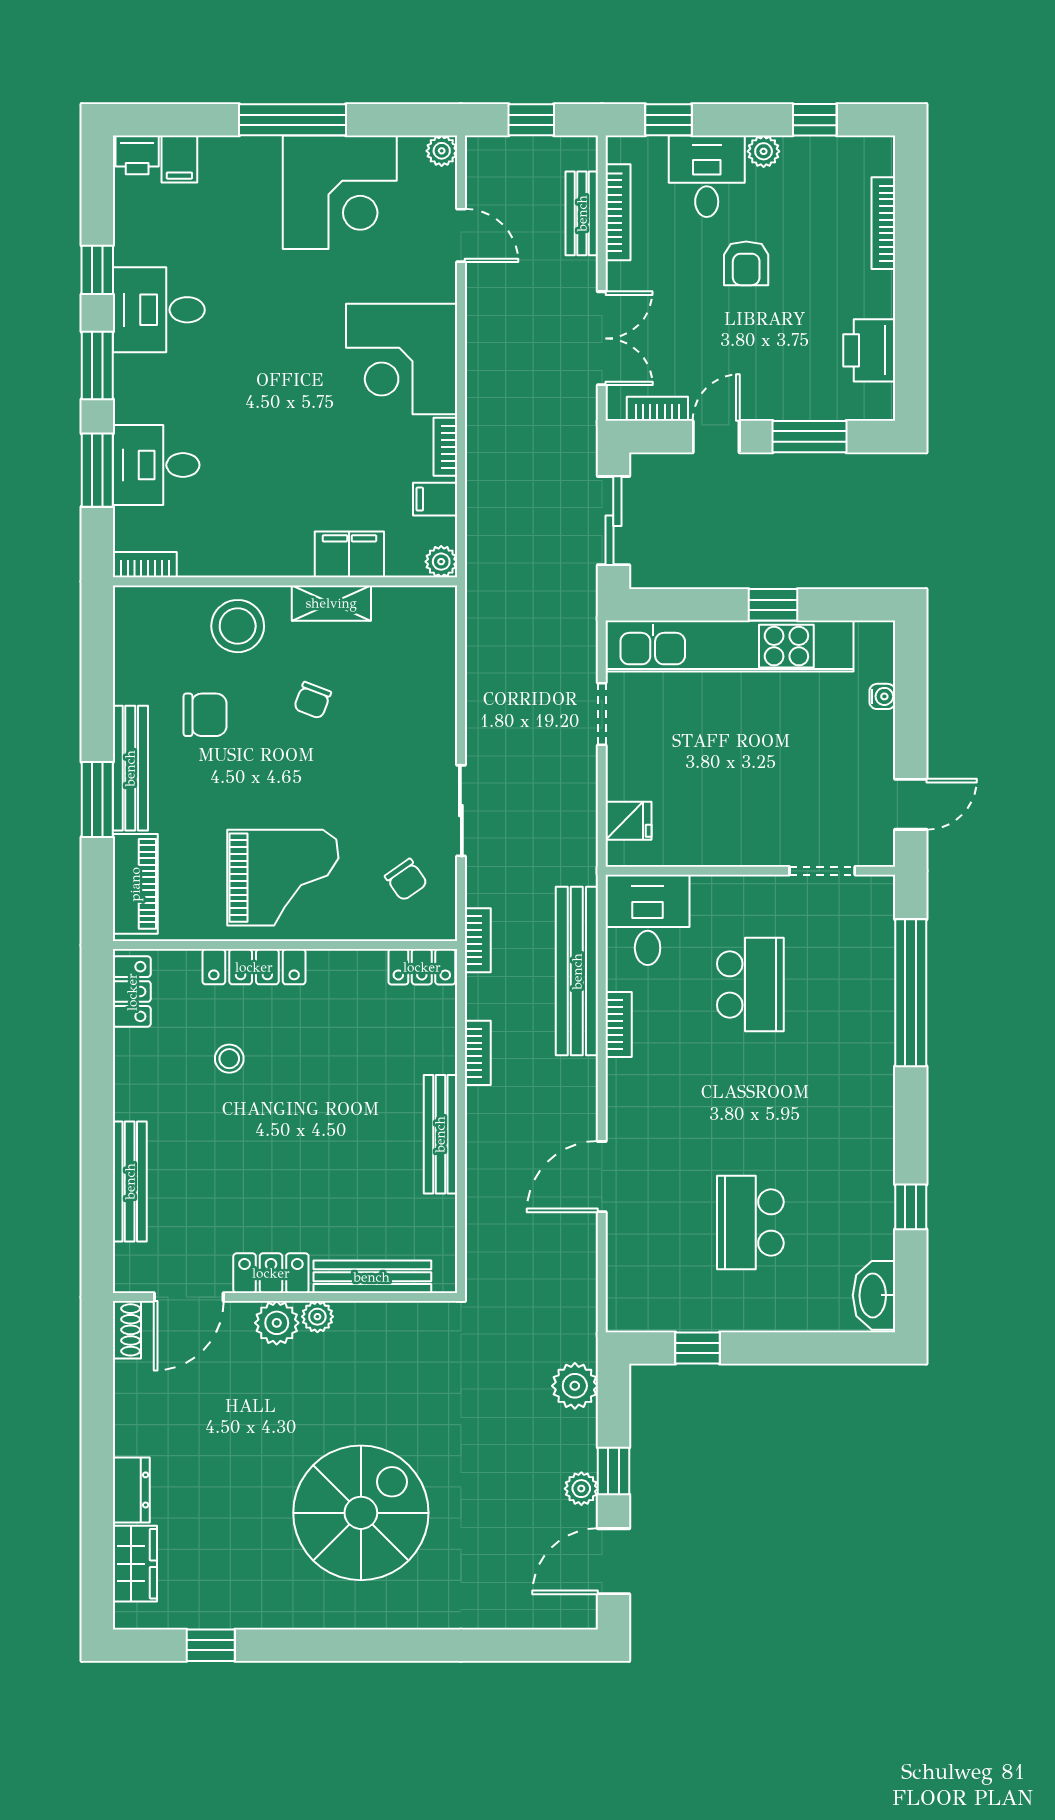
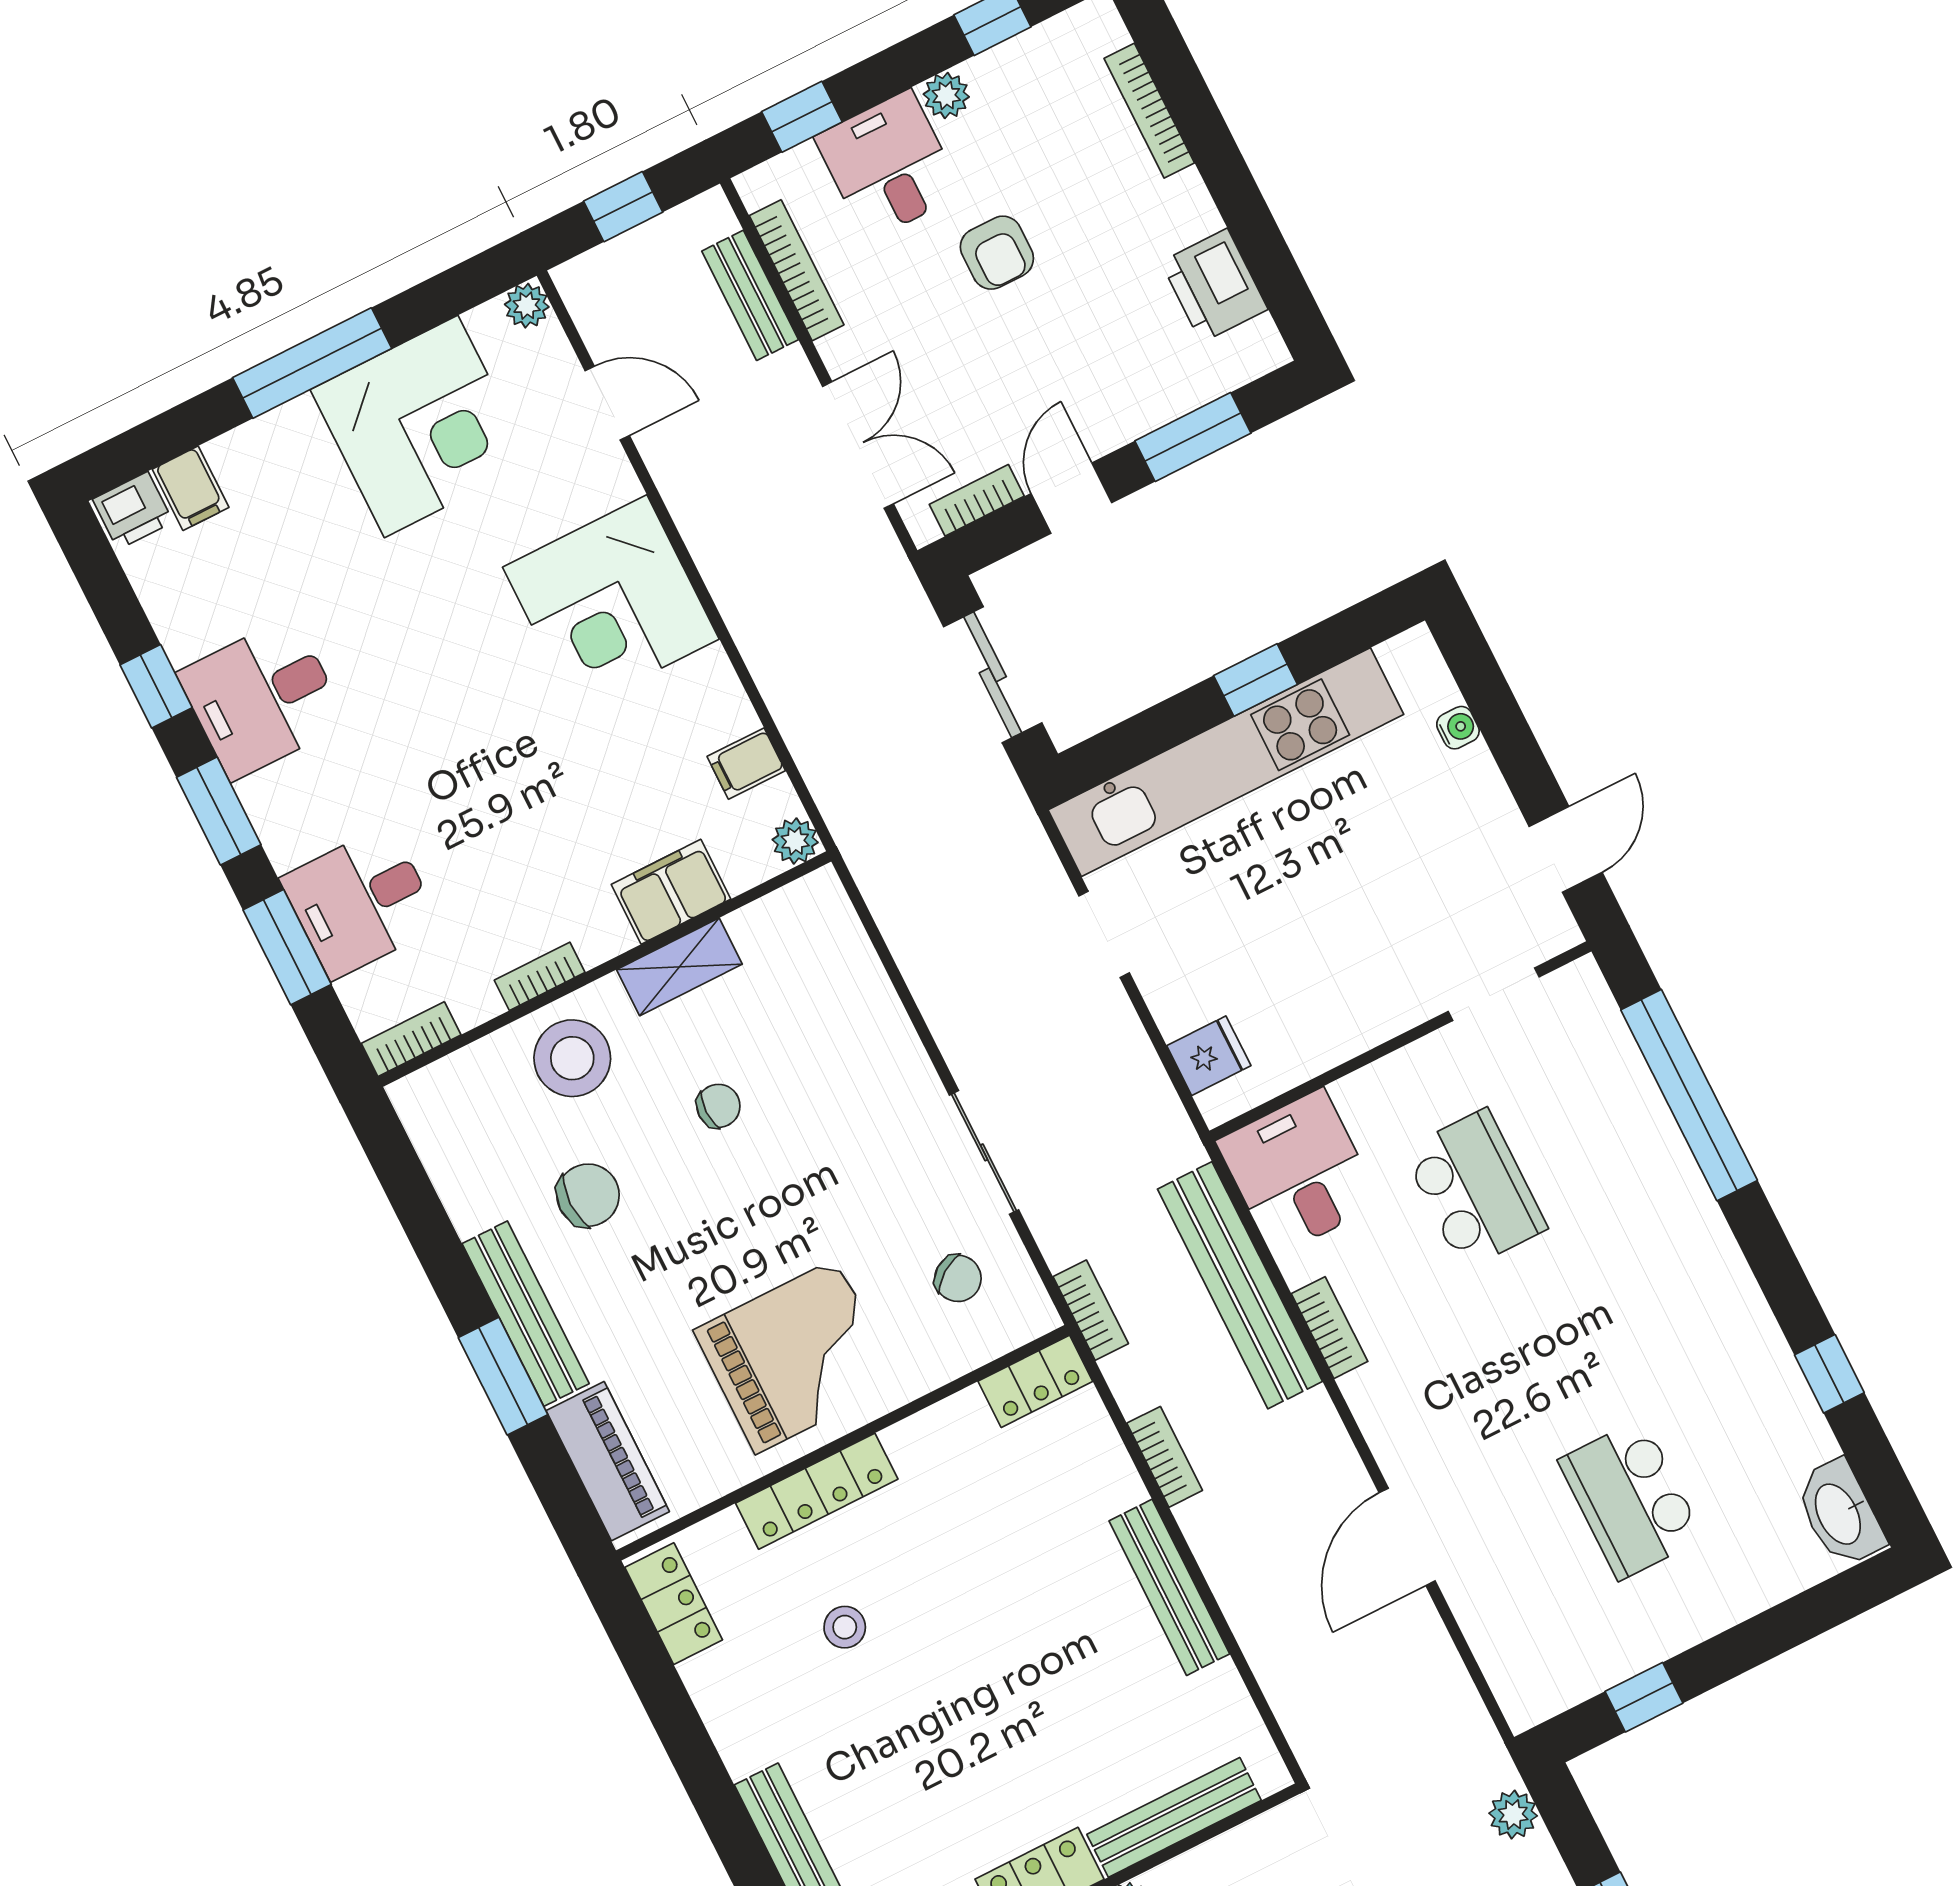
bookcase: (445, 447) -> (540, 976), moved, turned 90
chair: (312, 700) -> (718, 1106), turned -111
plant: (575, 1386) -> (1513, 1815), width x0.73, depth x0.73

